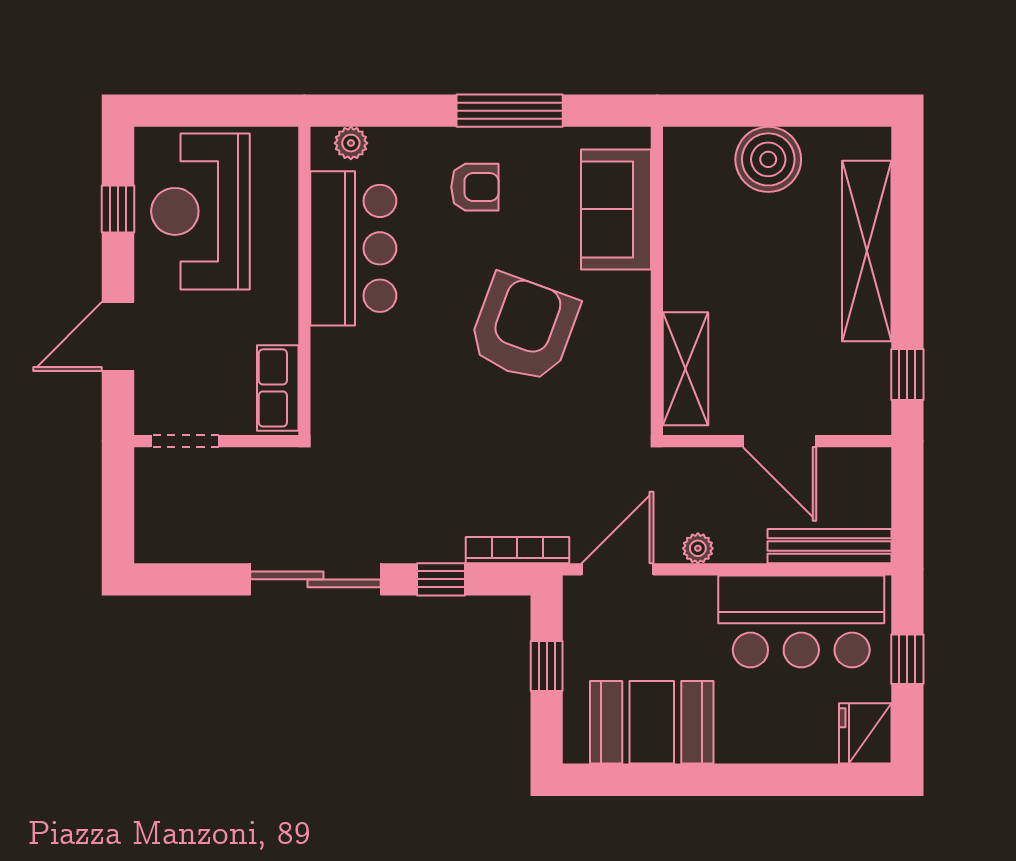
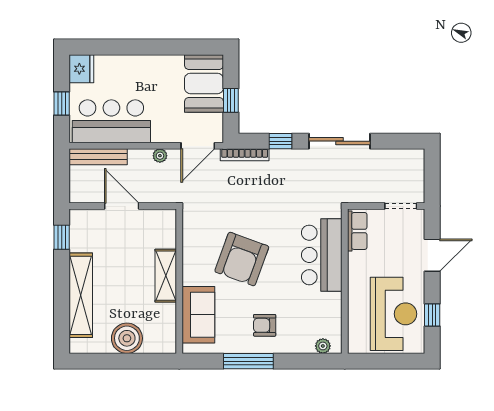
bar counter: (353, 248) -> (322, 255), moved
shelving: (686, 369) -> (166, 276), moved
booth: (652, 722) -> (204, 83), moved, turned 90

